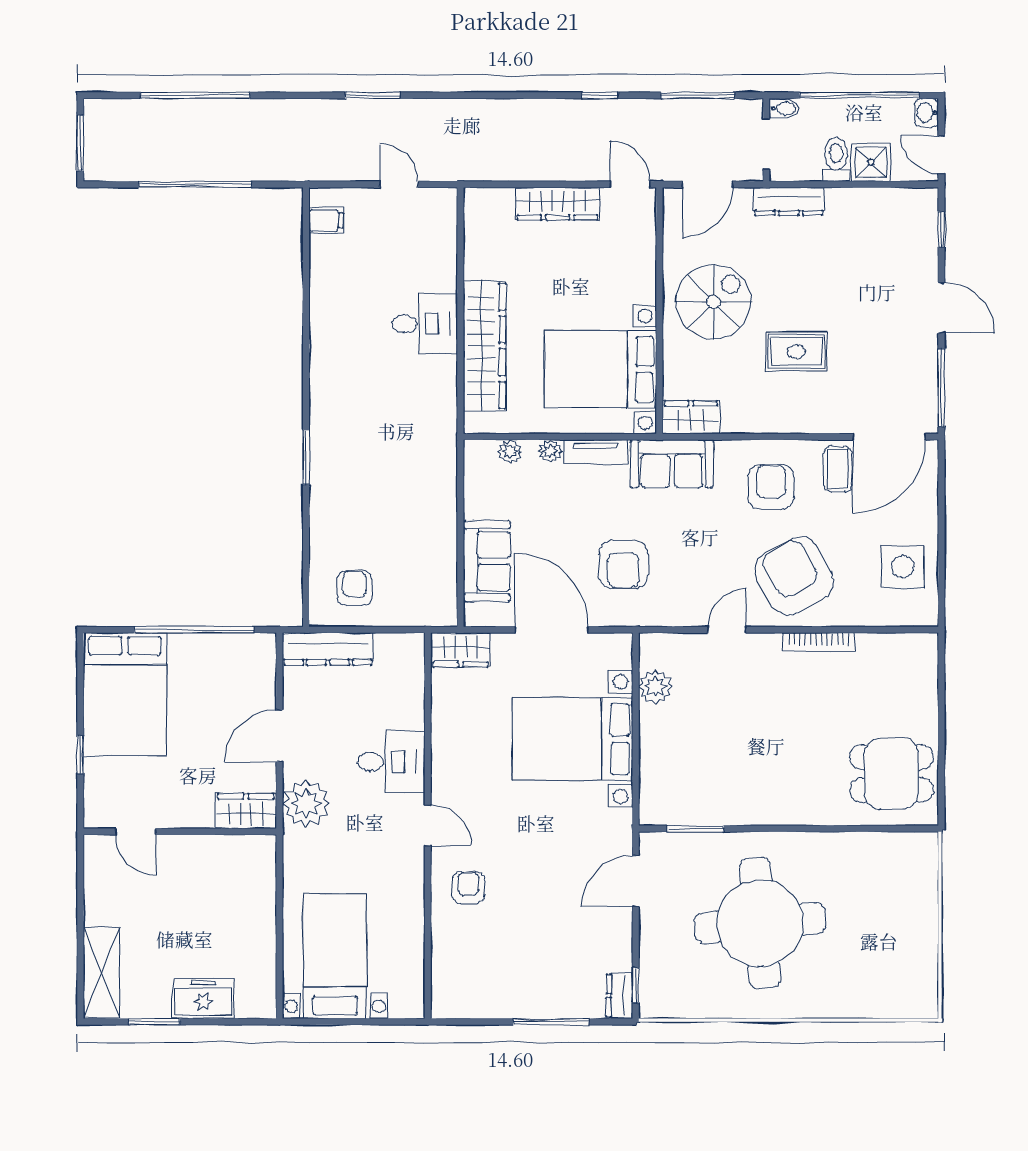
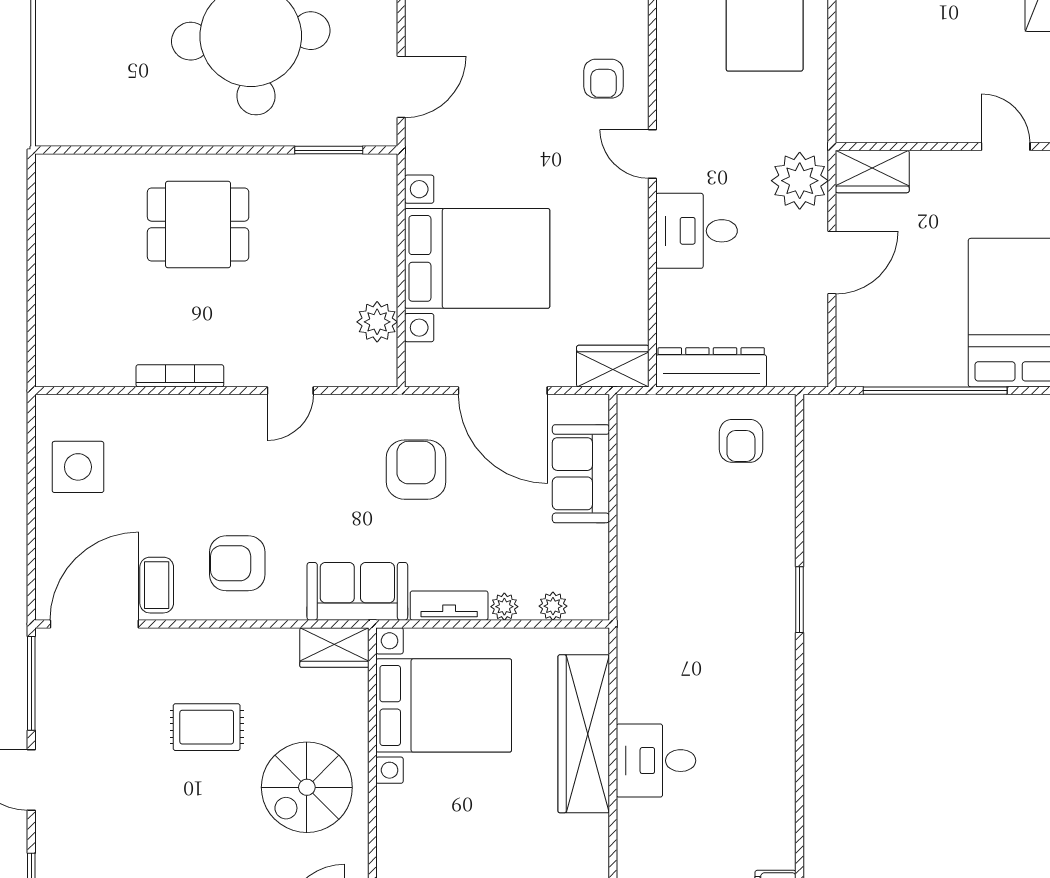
armchair: (771, 487) -> (237, 563), turned 90
armchair: (794, 576) -> (209, 456), removed
dresser: (328, 649) -> (711, 367), moved
dining table: (891, 773) -> (198, 224), moved

